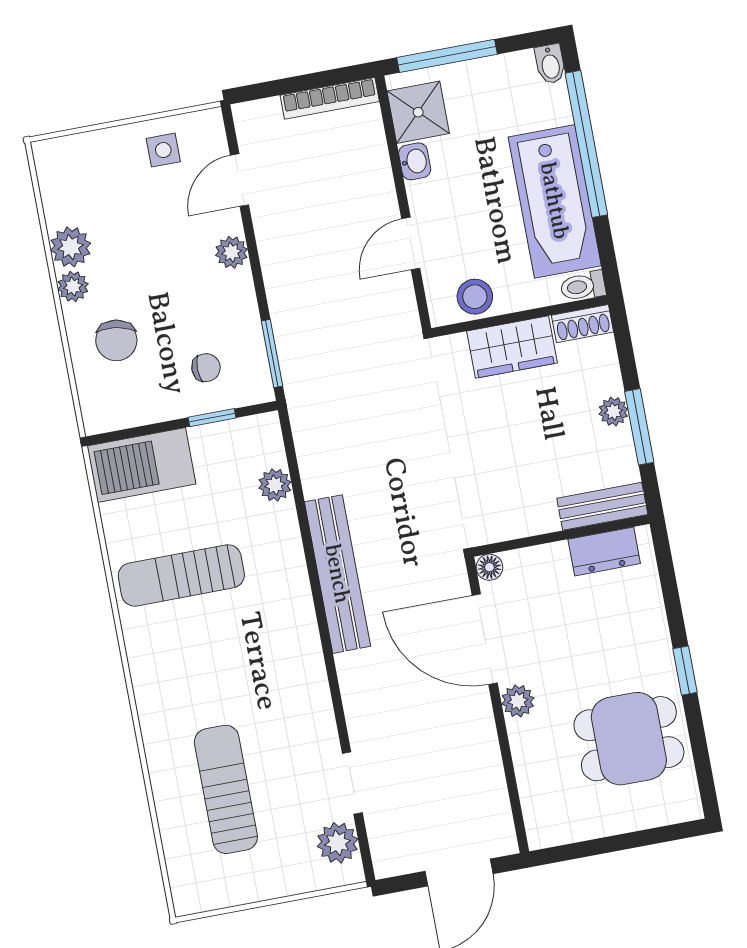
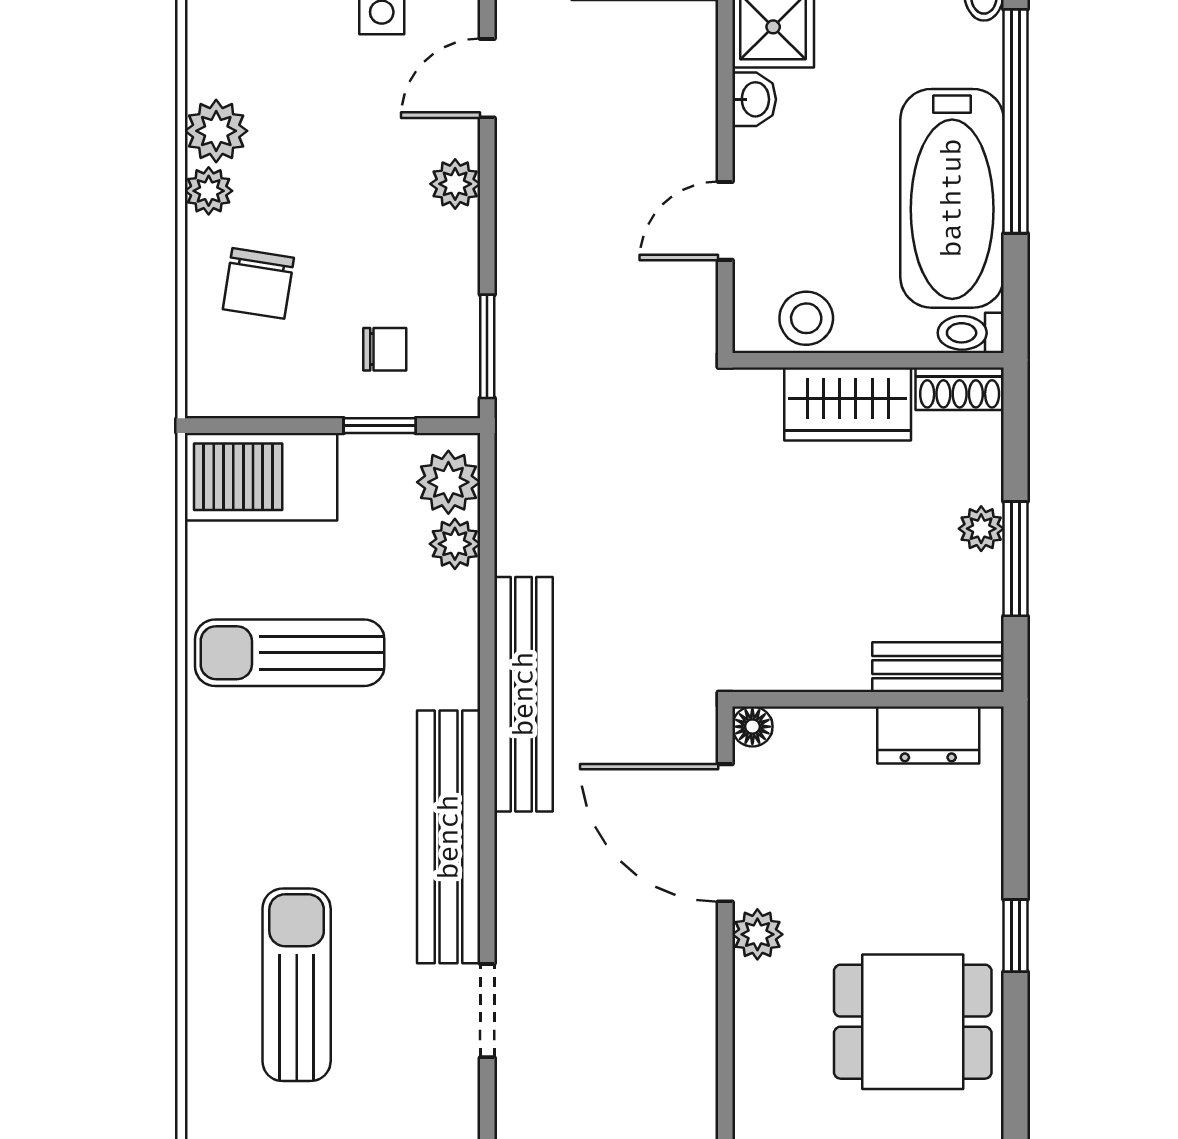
bench: (306, 675) -> (449, 837), added
plant: (338, 843) -> (448, 482), moved

